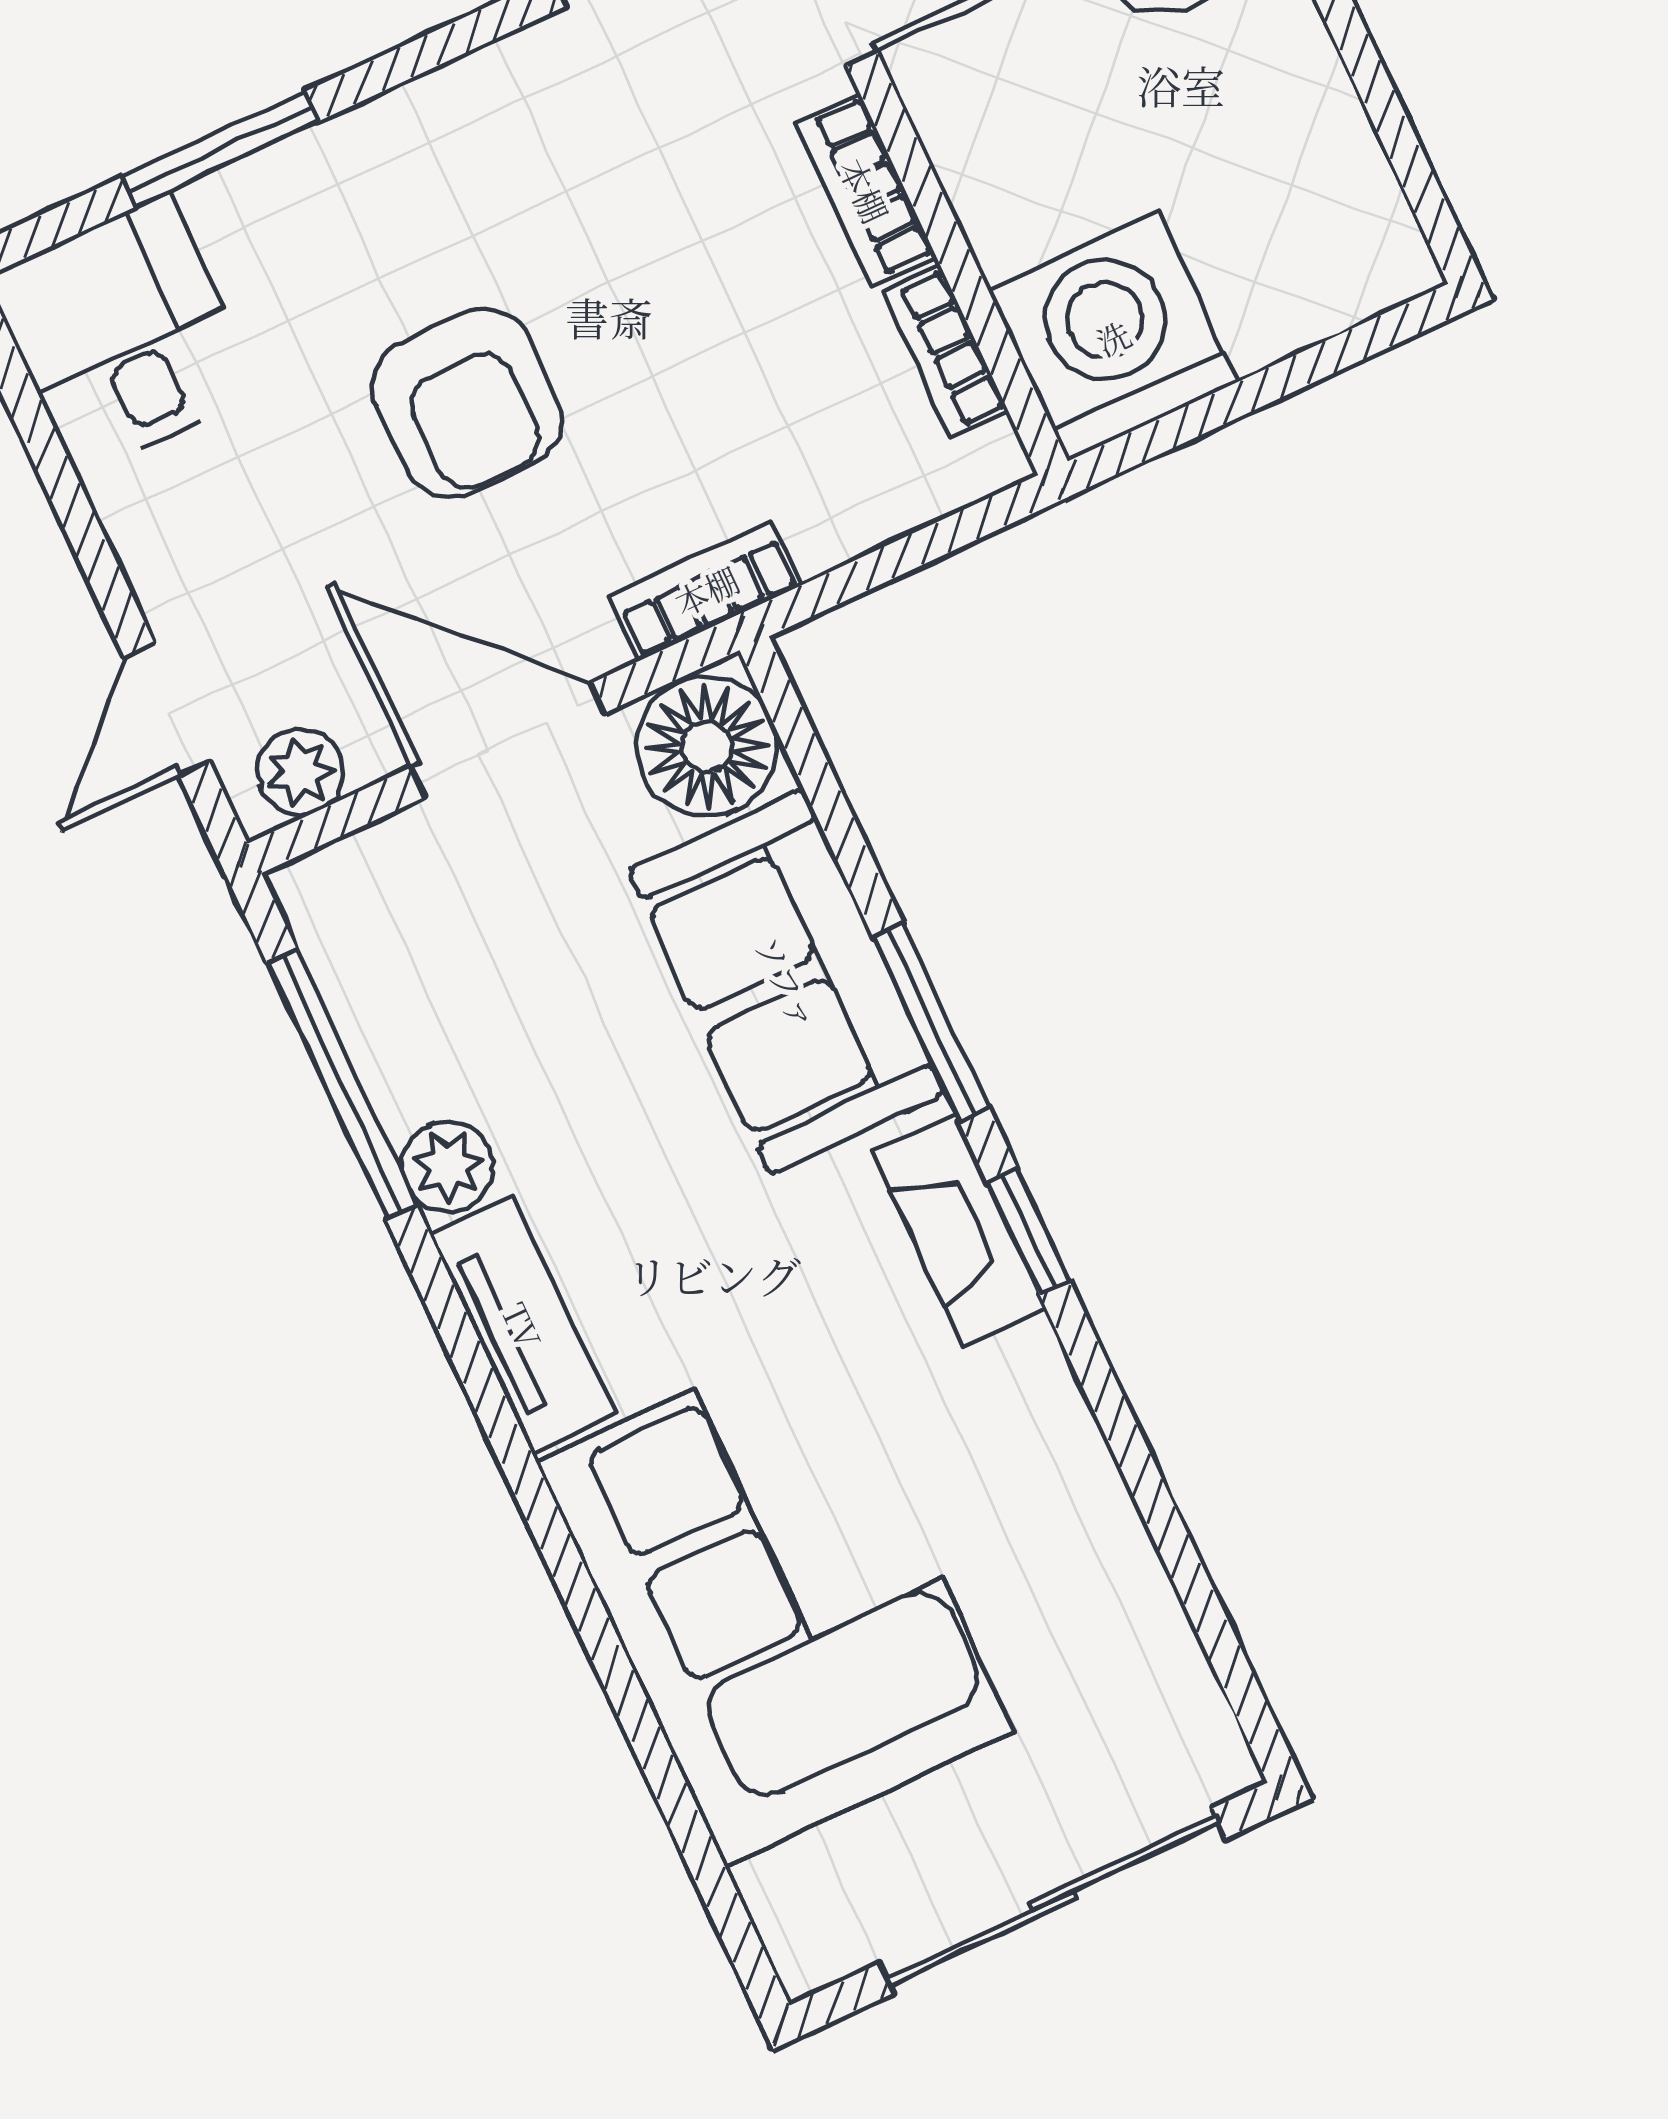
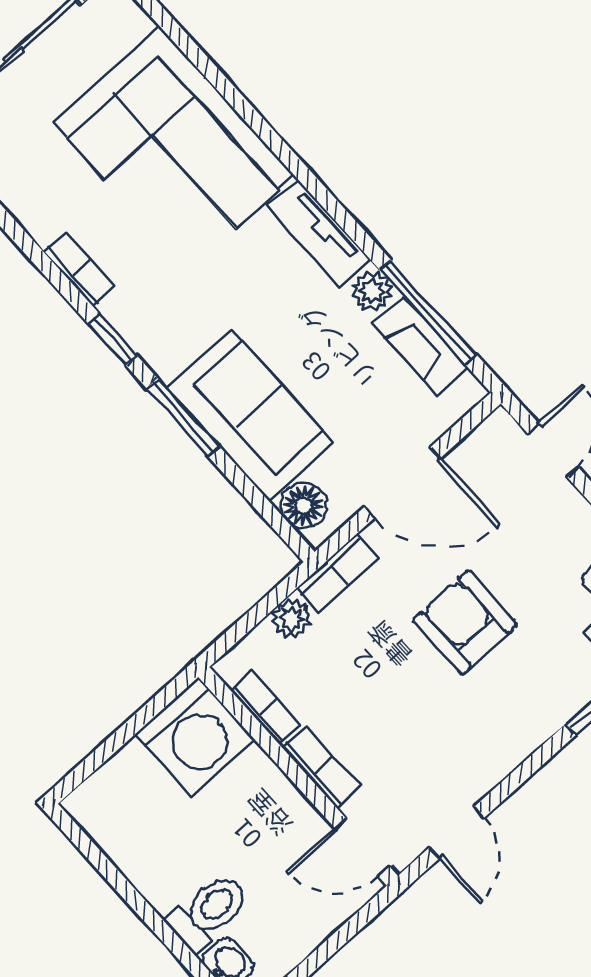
floor lamp: (707, 746) -> (304, 506), width x0.73, depth x0.73
plant: (300, 772) -> (292, 618), moved
fireplace: (959, 1230) -> (420, 345), moved, turned 180
bookcase: (1055, 1403) -> (79, 270), added

